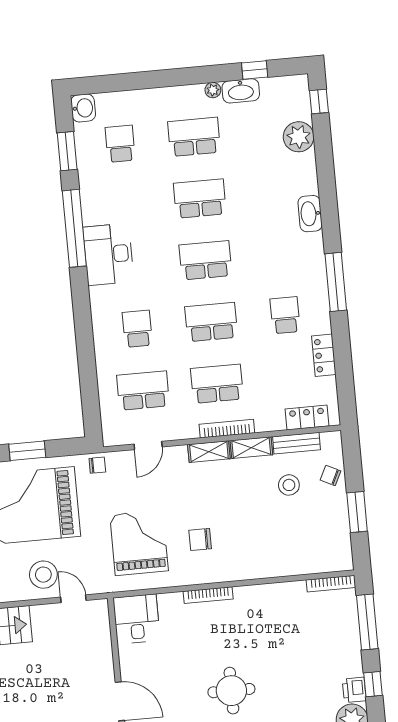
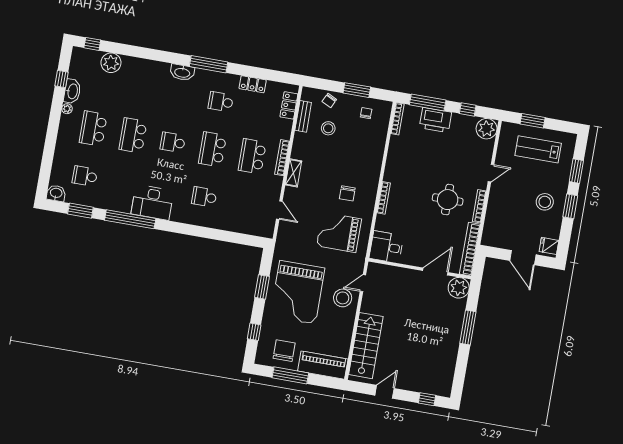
washbasin: (310, 214) -> (182, 72), moved
school desk: (205, 260) -> (173, 142), width x0.54
school desk: (143, 391) -> (244, 204), removed
shelving: (251, 448) -> (298, 146), removed
chair: (97, 465) -> (366, 113), moved
printer: (354, 690) -> (435, 120), moved, width x1.87, depth x1.48

